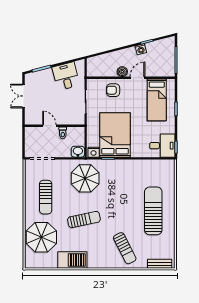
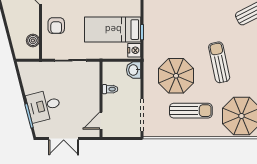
boiler: (122, 72) -> (33, 40), moved
desk: (66, 76) -> (44, 106), moved
door: (49, 126) -> (101, 121), moved
bed: (115, 135) -> (113, 30), width x0.67
parasol: (85, 178) -> (176, 76), moved

